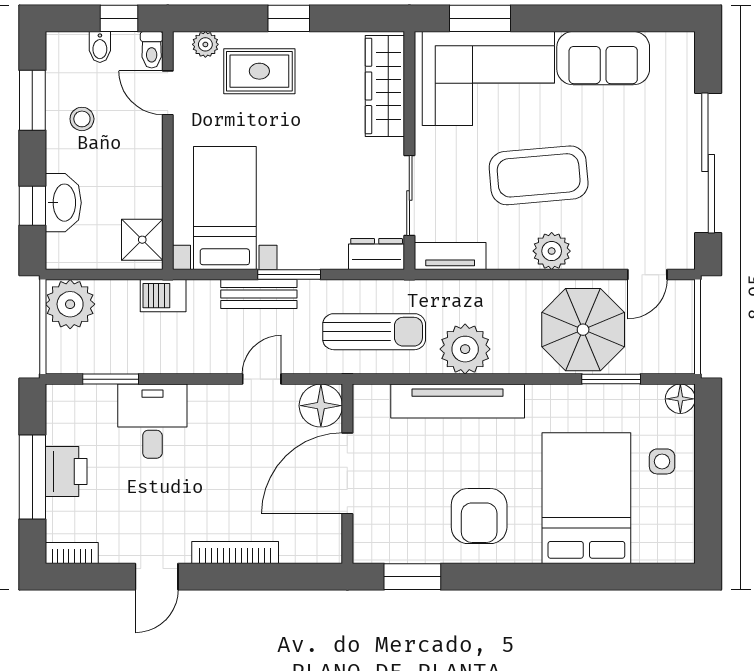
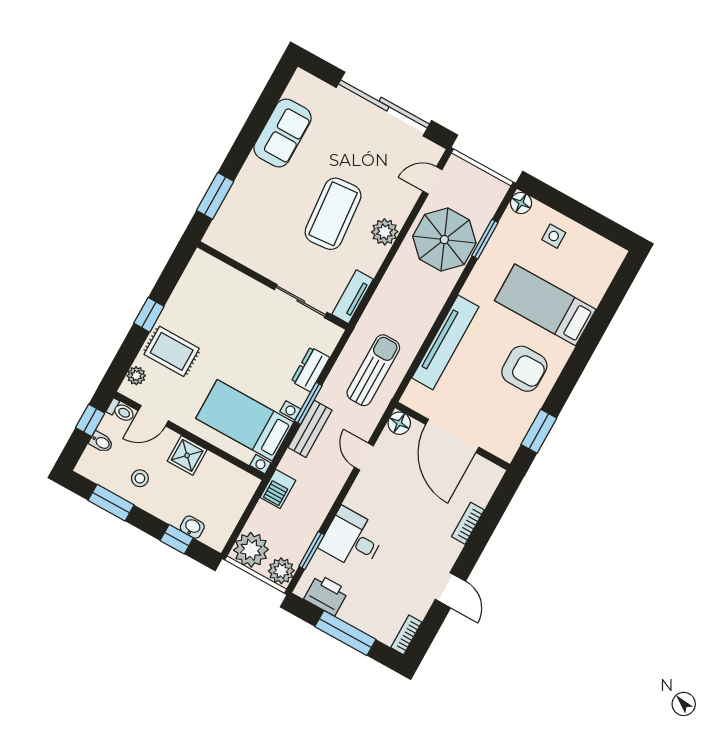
rug: (259, 71) -> (172, 351), turned 90
corner sofa: (488, 79) -> (255, 212), removed
wardrobe: (385, 86) -> (224, 278), removed
washbasin: (63, 203) -> (192, 527), width x0.52, depth x0.69
shower: (142, 240) -> (187, 455), moved
dresser: (377, 254) -> (310, 369), moved
door: (647, 275) -> (432, 180), swing flipped
plant: (465, 349) -> (281, 571), moved, width x0.73, depth x0.73
floor lamp: (321, 406) -> (399, 423), width x0.73, depth x0.73
printer: (66, 472) -> (326, 595), moved
bed: (586, 498) -> (545, 305), width x0.67
bookcase: (235, 552) -> (468, 523), width x0.64

